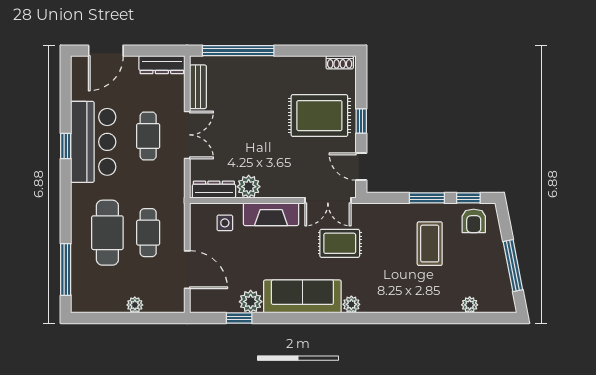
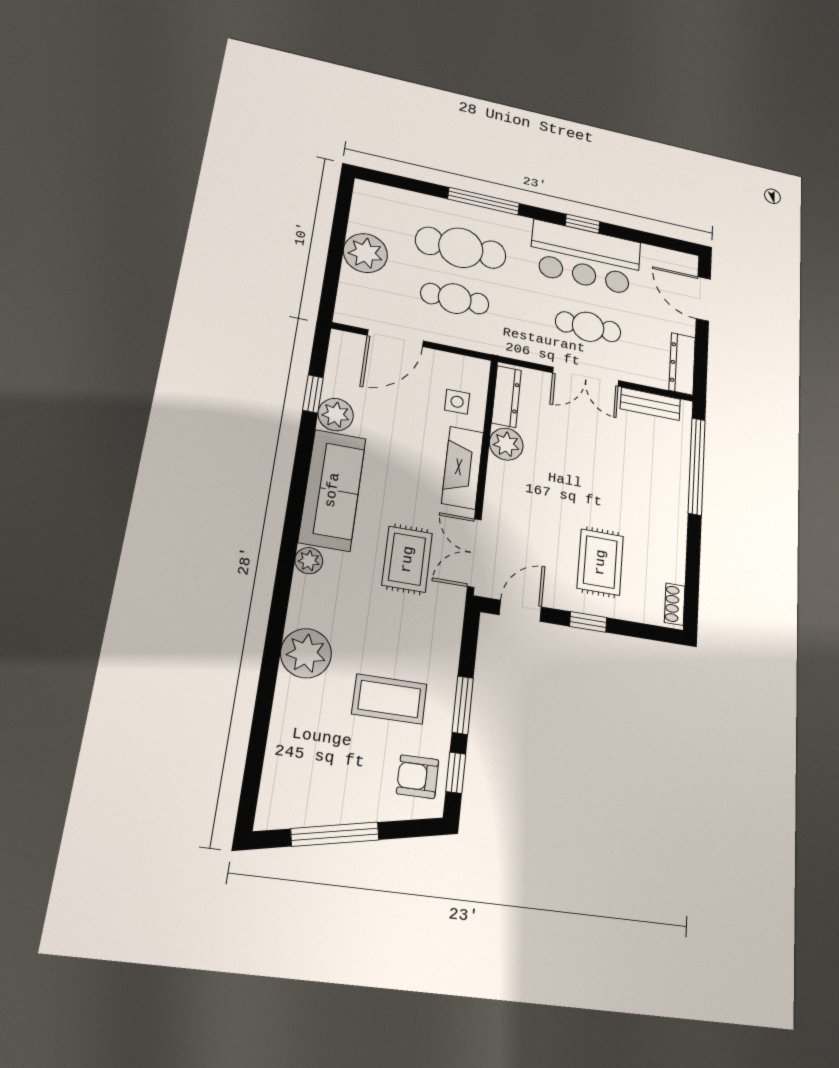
rug: (319, 116) -> (600, 562), width x0.73, depth x0.70
window: (66, 269) -> (484, 201), moved
plant: (135, 305) -> (365, 253), width x1.88, depth x1.88
plant: (470, 305) -> (306, 653), moved, width x1.88, depth x1.88

